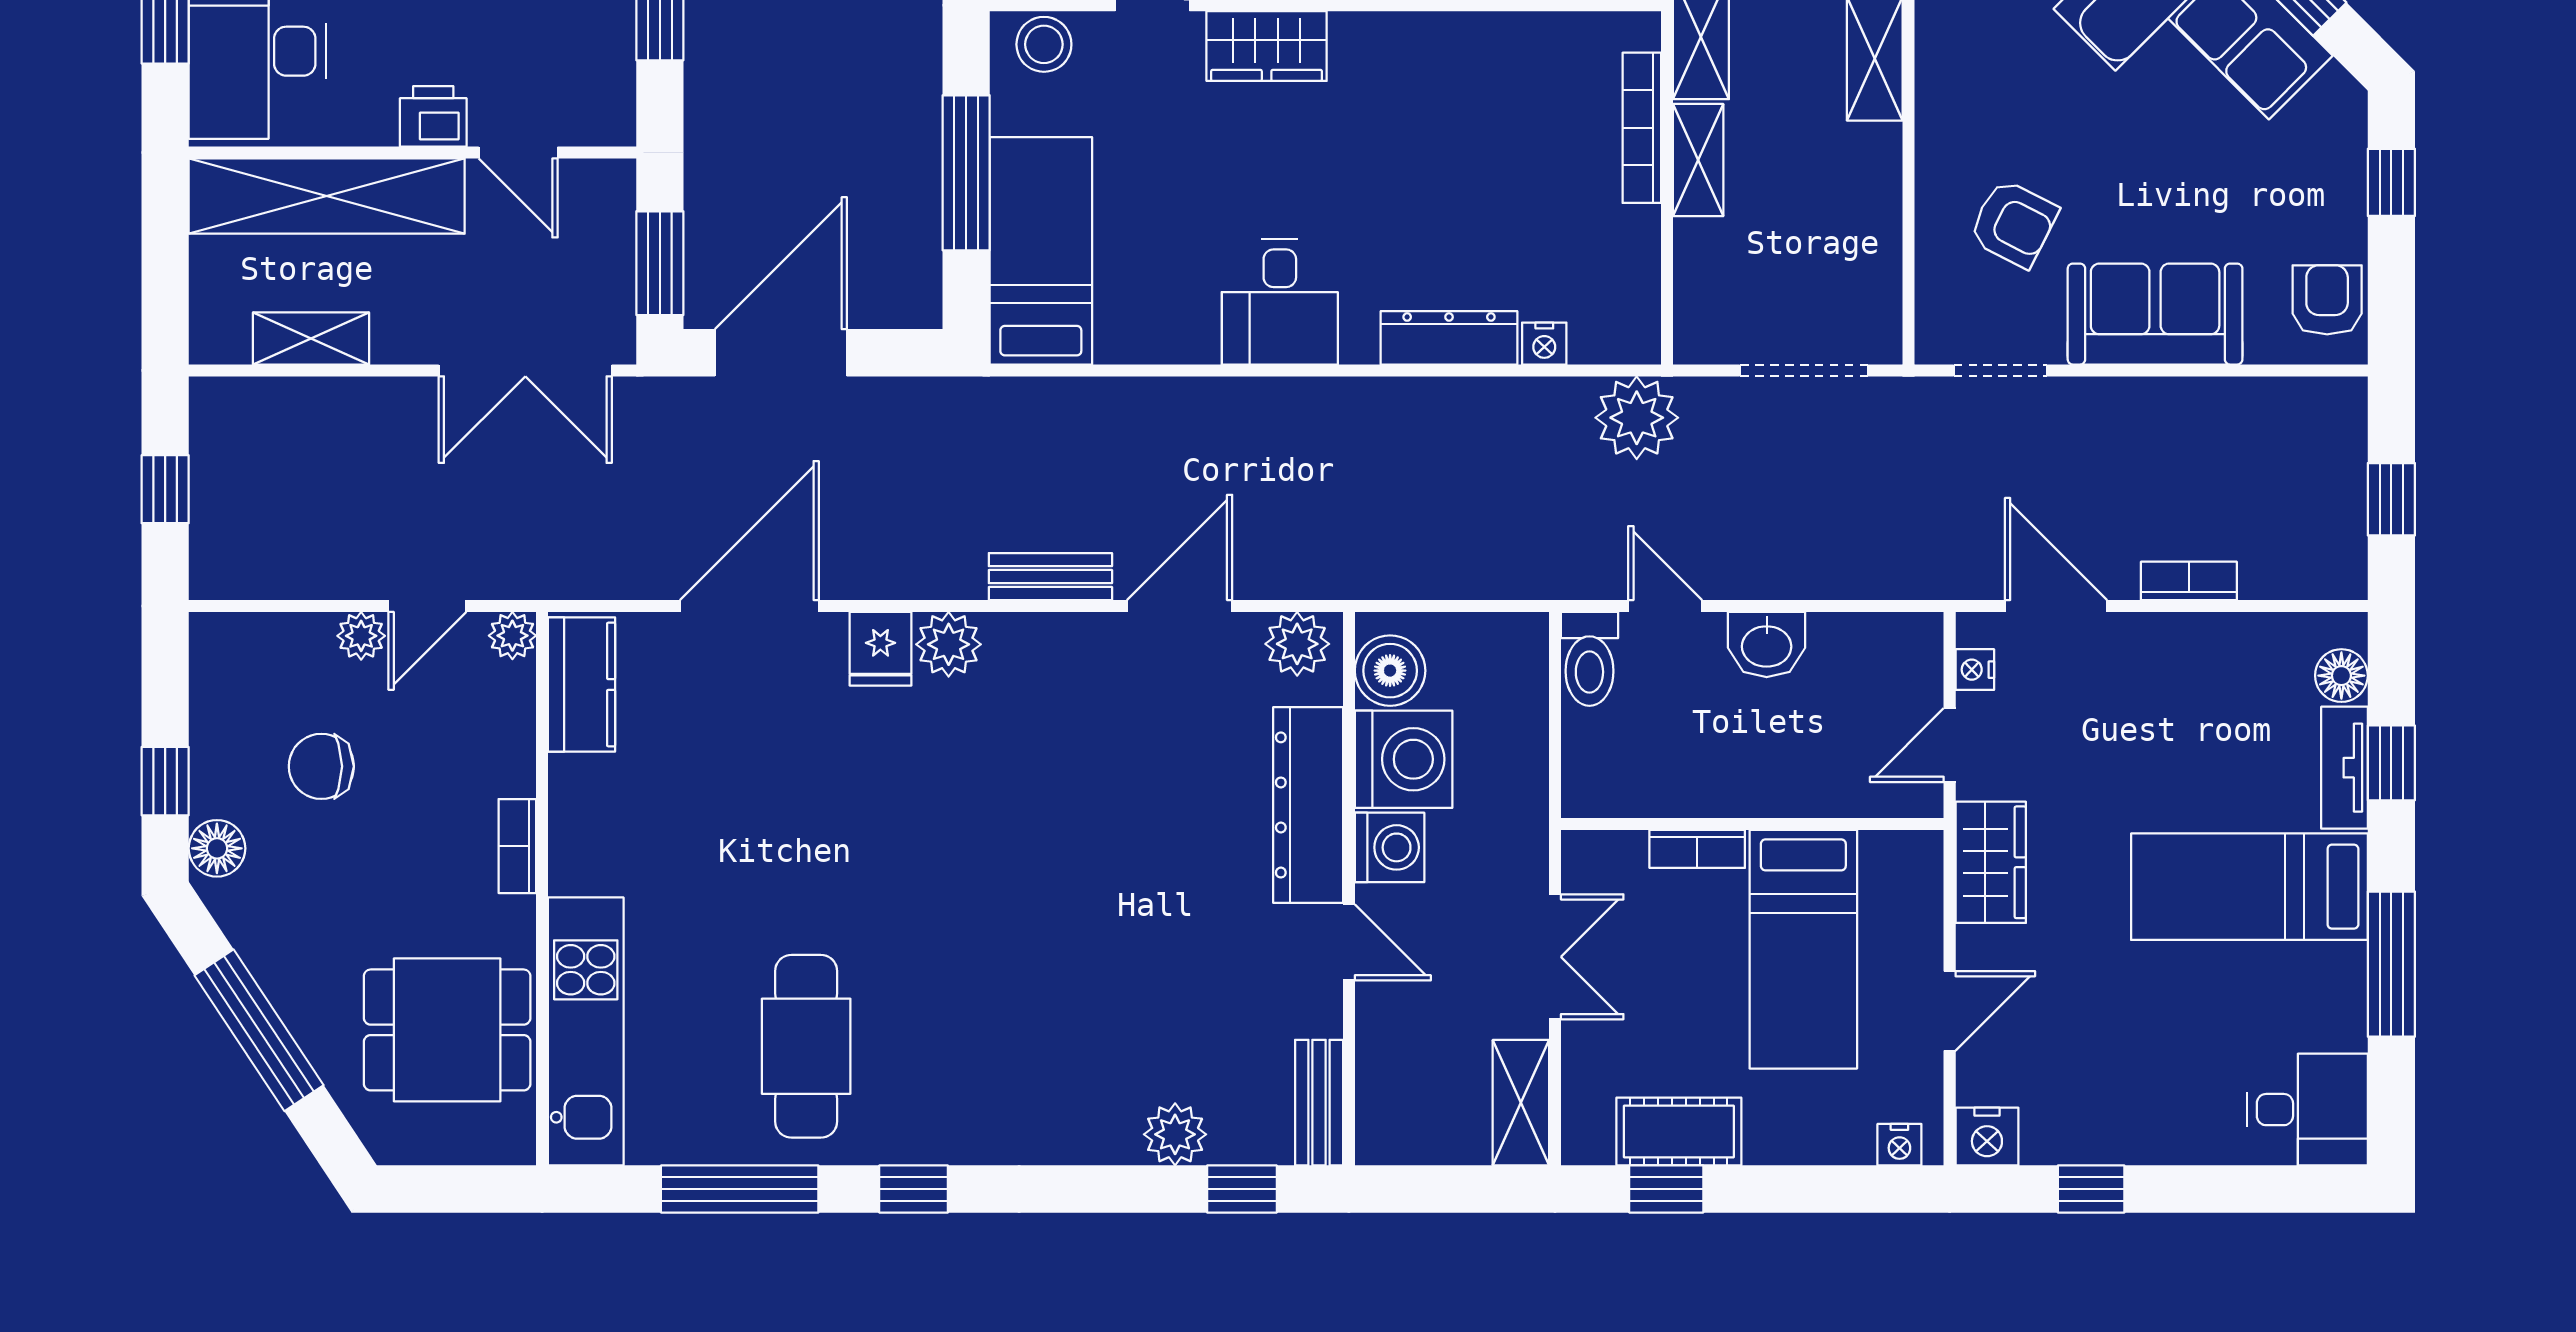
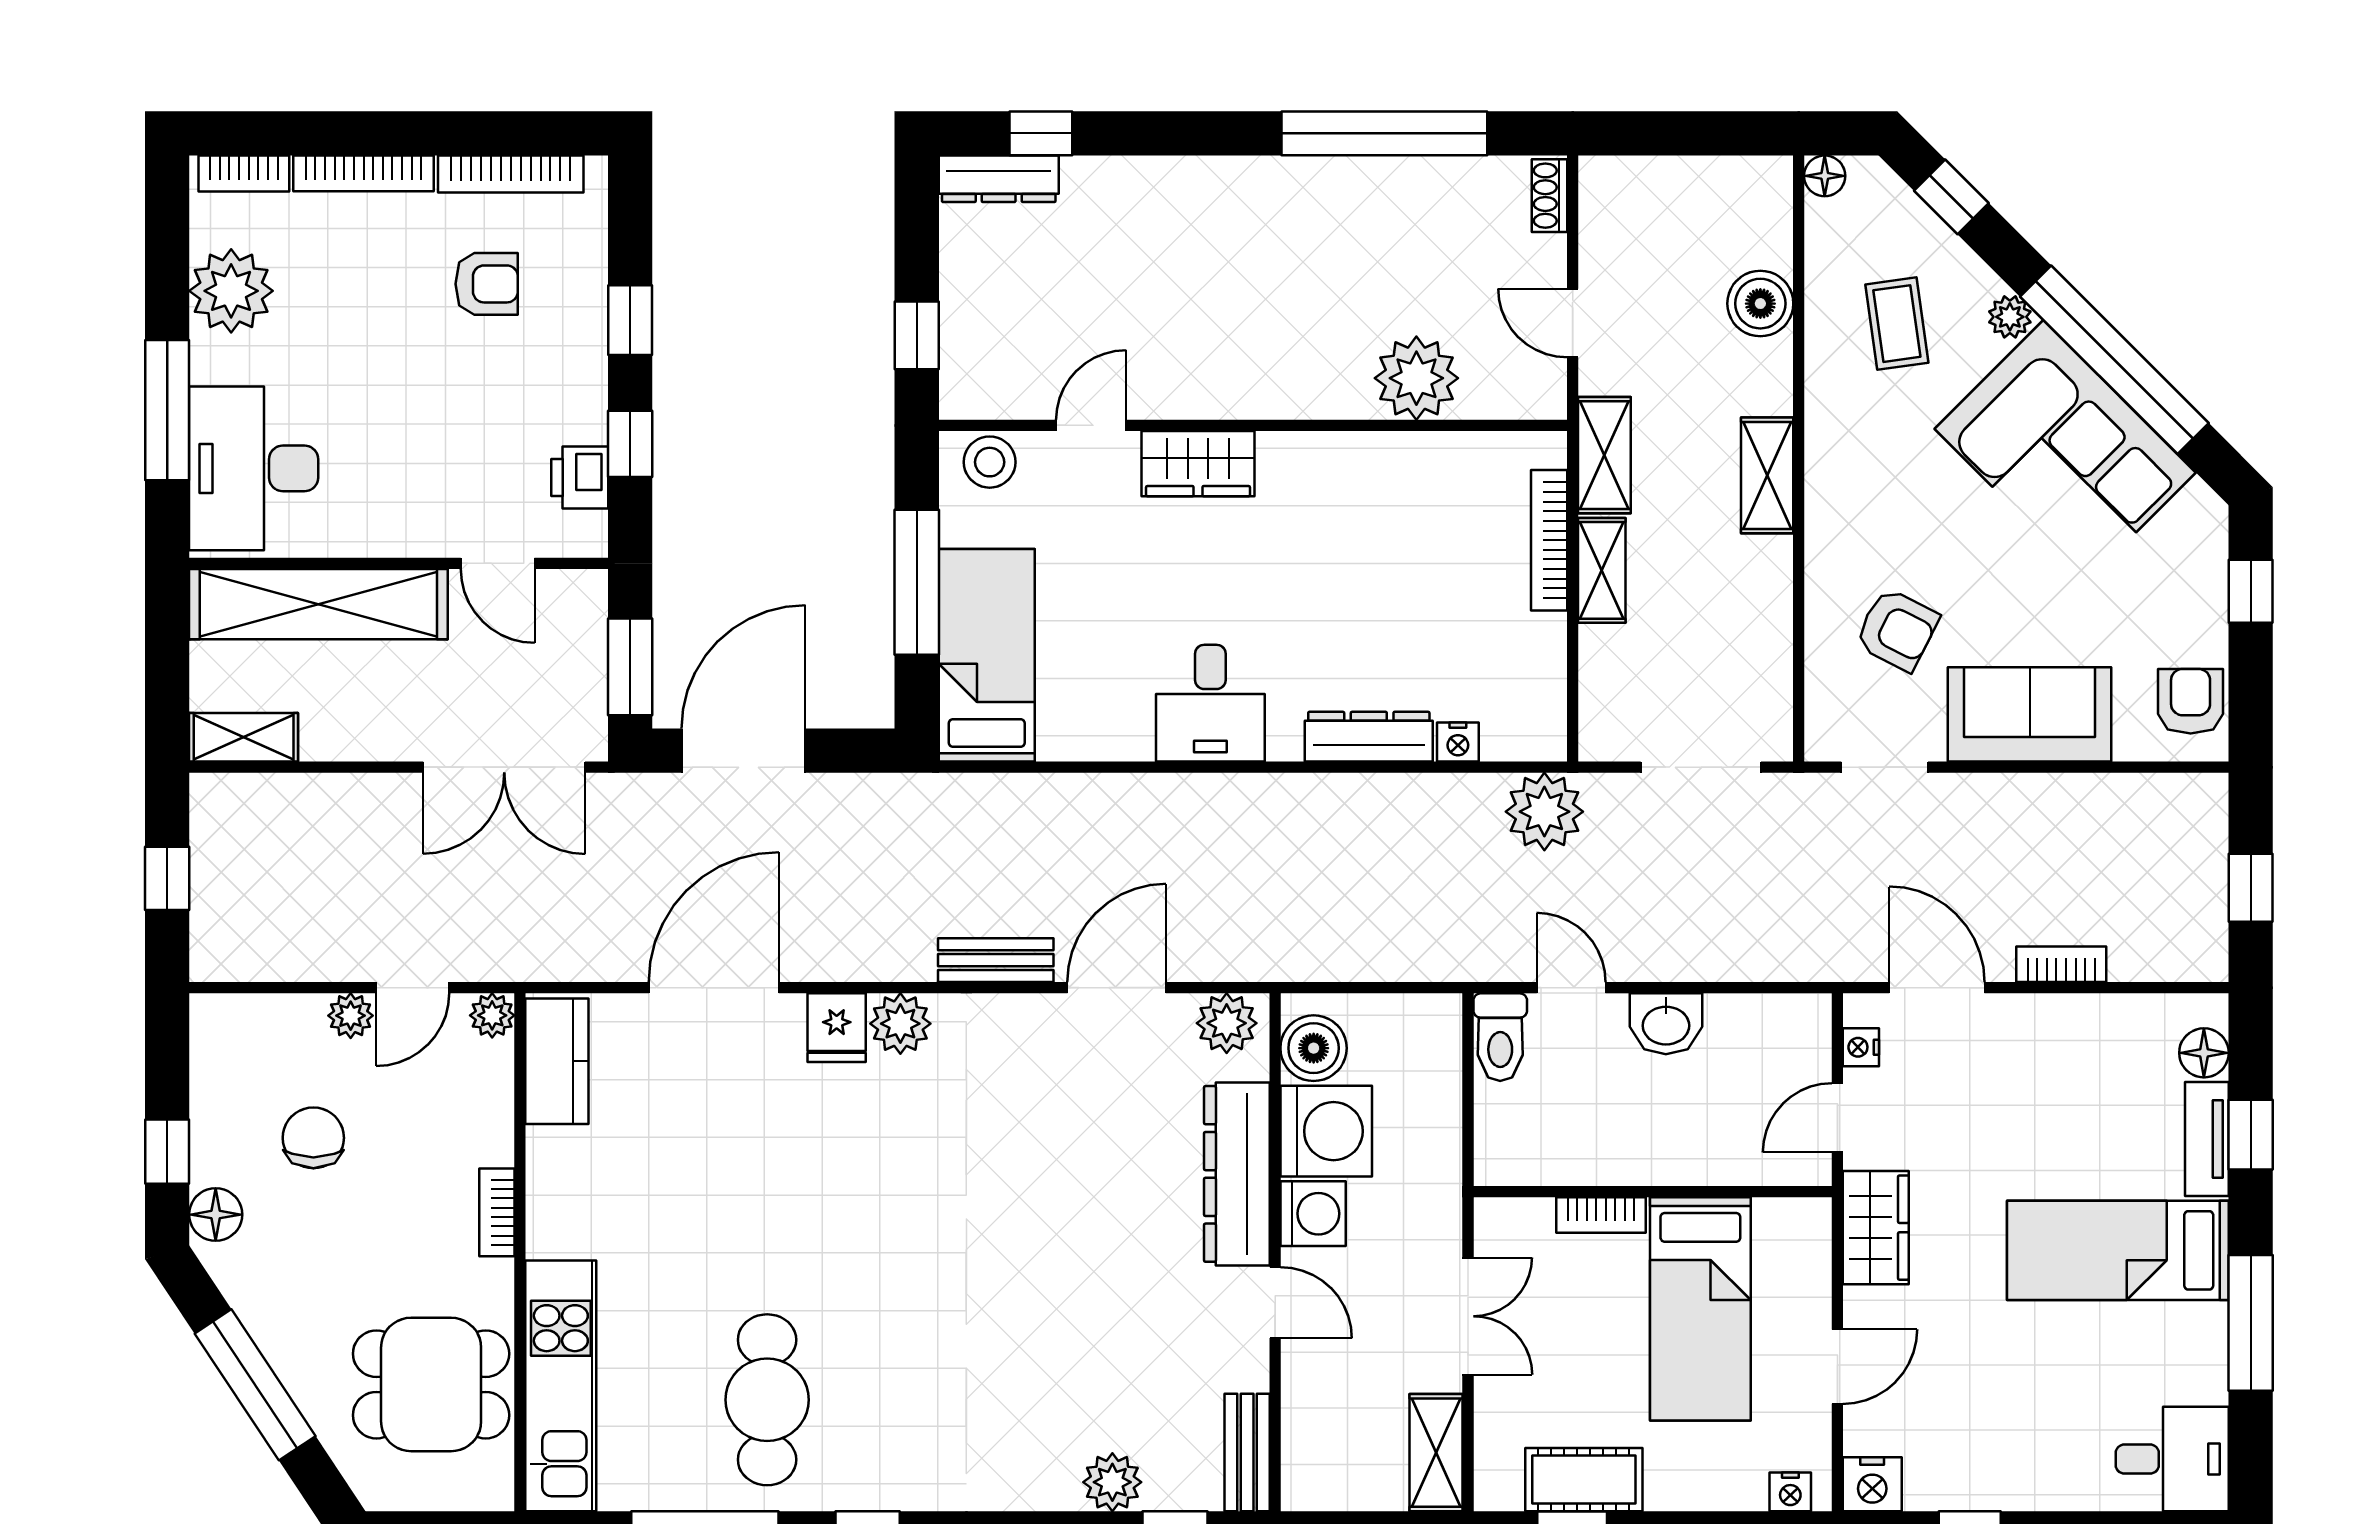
printer: (433, 116) -> (580, 478), moved, turned -90
shelving: (311, 338) -> (244, 737), moved
chair: (321, 766) -> (313, 1138), turned 90

